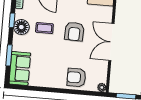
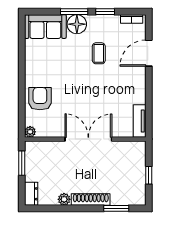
floor lamp: (21, 27) -> (77, 24), moved
armchair: (74, 32) -> (98, 91), removed
window: (9, 55) -> (74, 12), moved

